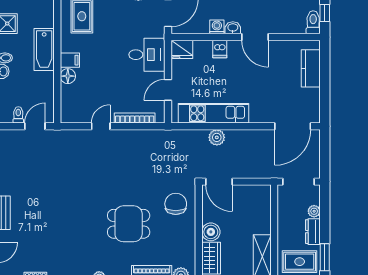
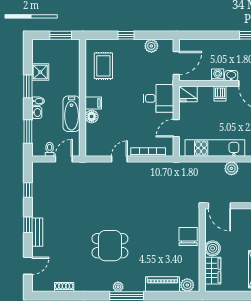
bathtub: (44, 50) -> (72, 114), moved
plant: (217, 137) -> (231, 168), moved
chair: (176, 204) -> (188, 236), moved
dining table: (129, 224) -> (110, 246), moved

